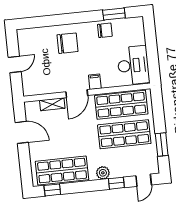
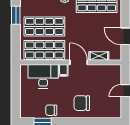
desk: (133, 65) -> (43, 76), moved, turned 90
door: (77, 94) -> (79, 62), hinge flipped

